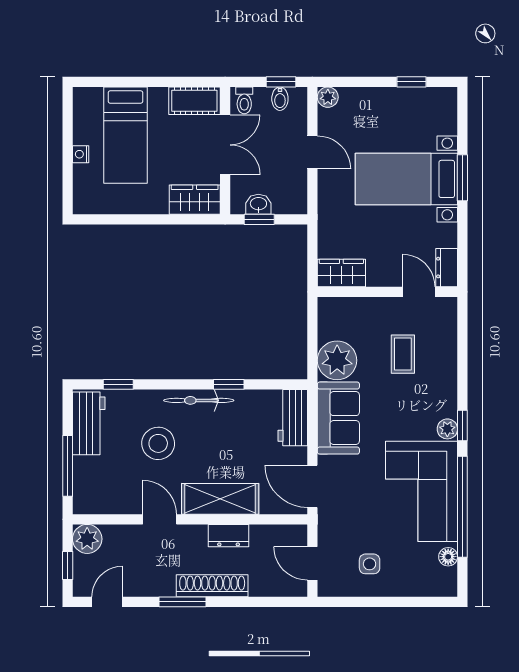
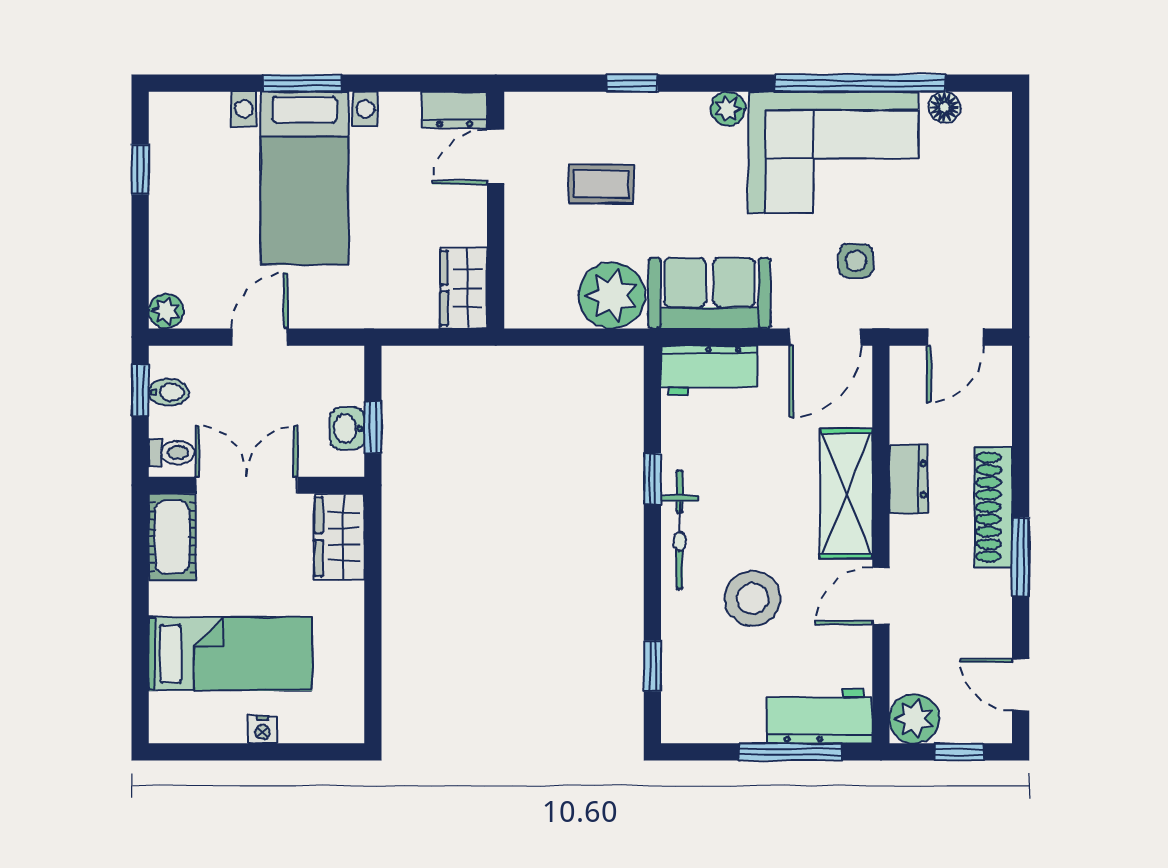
workbench: (89, 423) -> (819, 716), moved
window: (462, 425) -> (632, 83), moved
side table: (370, 564) -> (856, 261), moved

